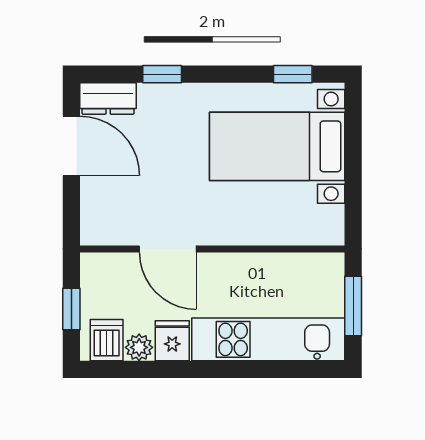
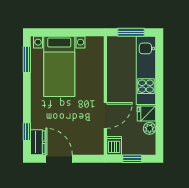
window: (162, 74) -> (27, 132), moved
window: (293, 74) -> (27, 59), width x1.50
door: (71, 146) -> (59, 159), hinge flipped
dishwasher: (107, 340) -> (114, 146), moved, turned 90

